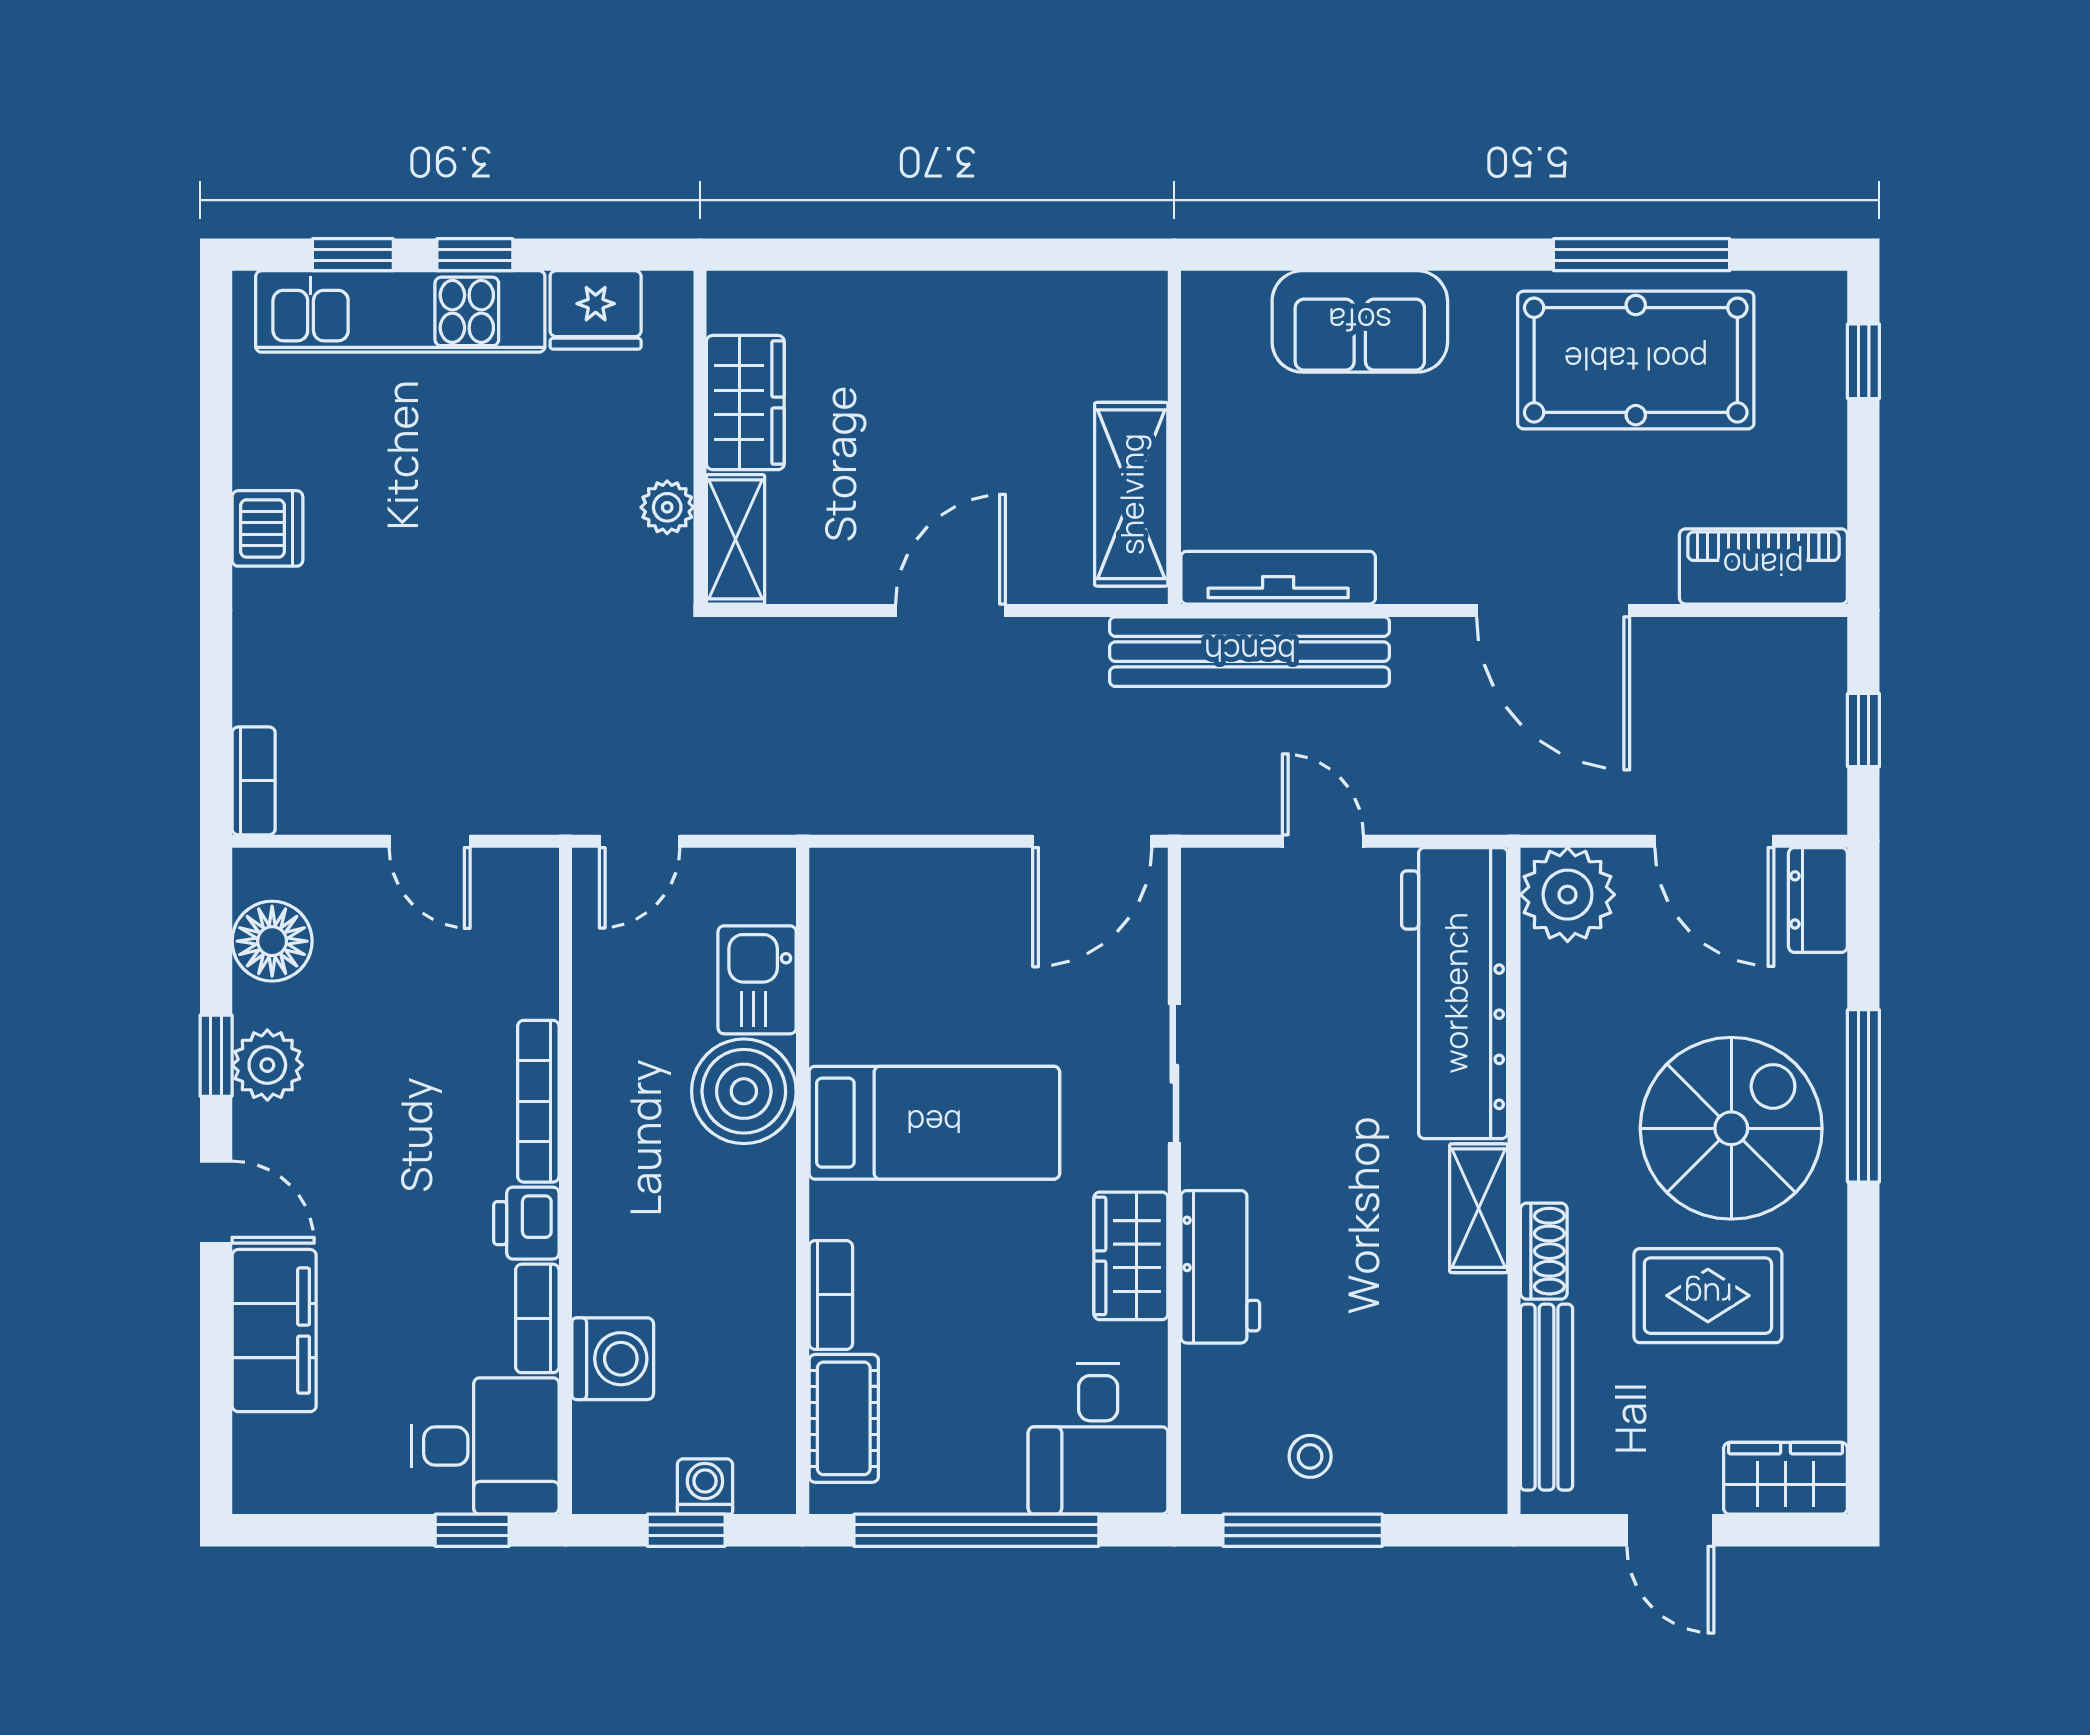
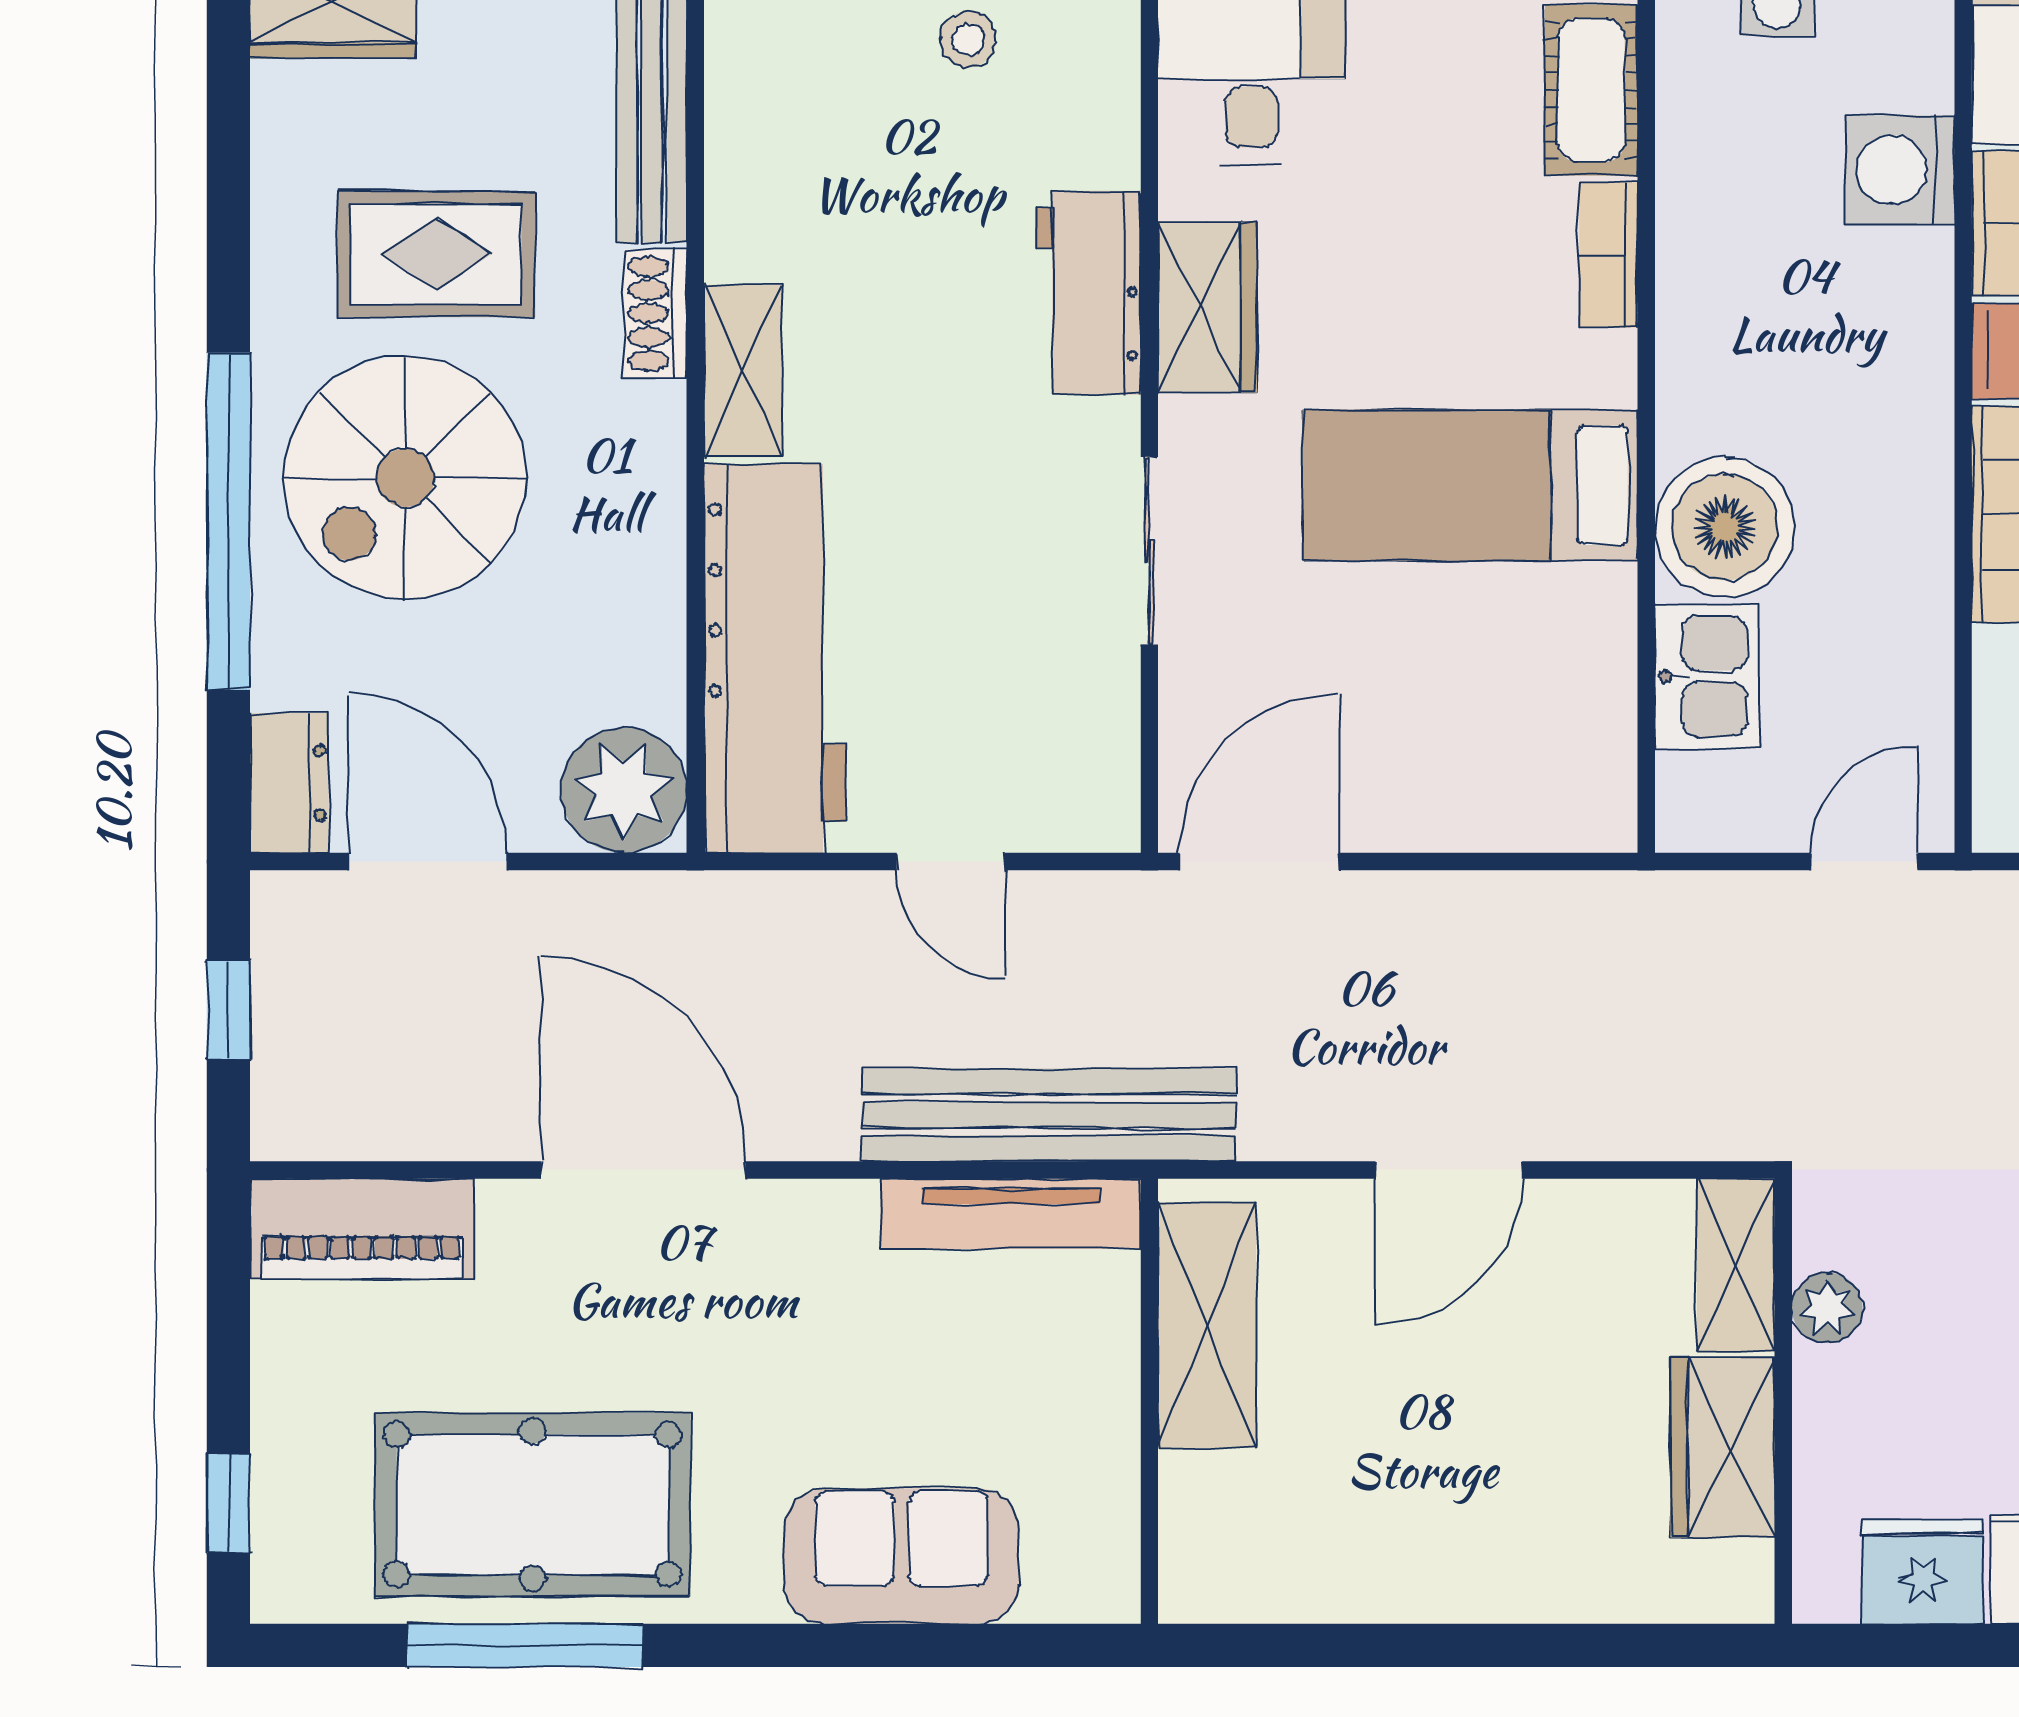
window: (1863, 1096) -> (228, 521), width x1.46

